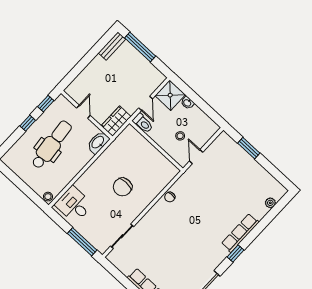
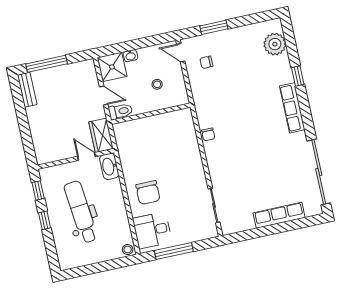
door: (83, 112) -> (87, 156), moved
door: (196, 157) -> (181, 53), moved
chair: (220, 160) -> (206, 62), added
chair: (122, 187) -> (148, 193), moved
plant: (270, 203) -> (275, 44), width x1.87, depth x1.87
row of seats: (240, 233) -> (292, 108), moved
window: (82, 242) -> (174, 251), moved
window: (236, 254) -> (298, 76), moved

